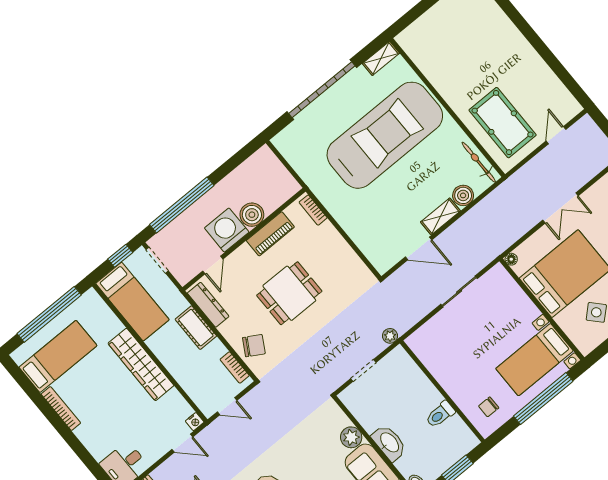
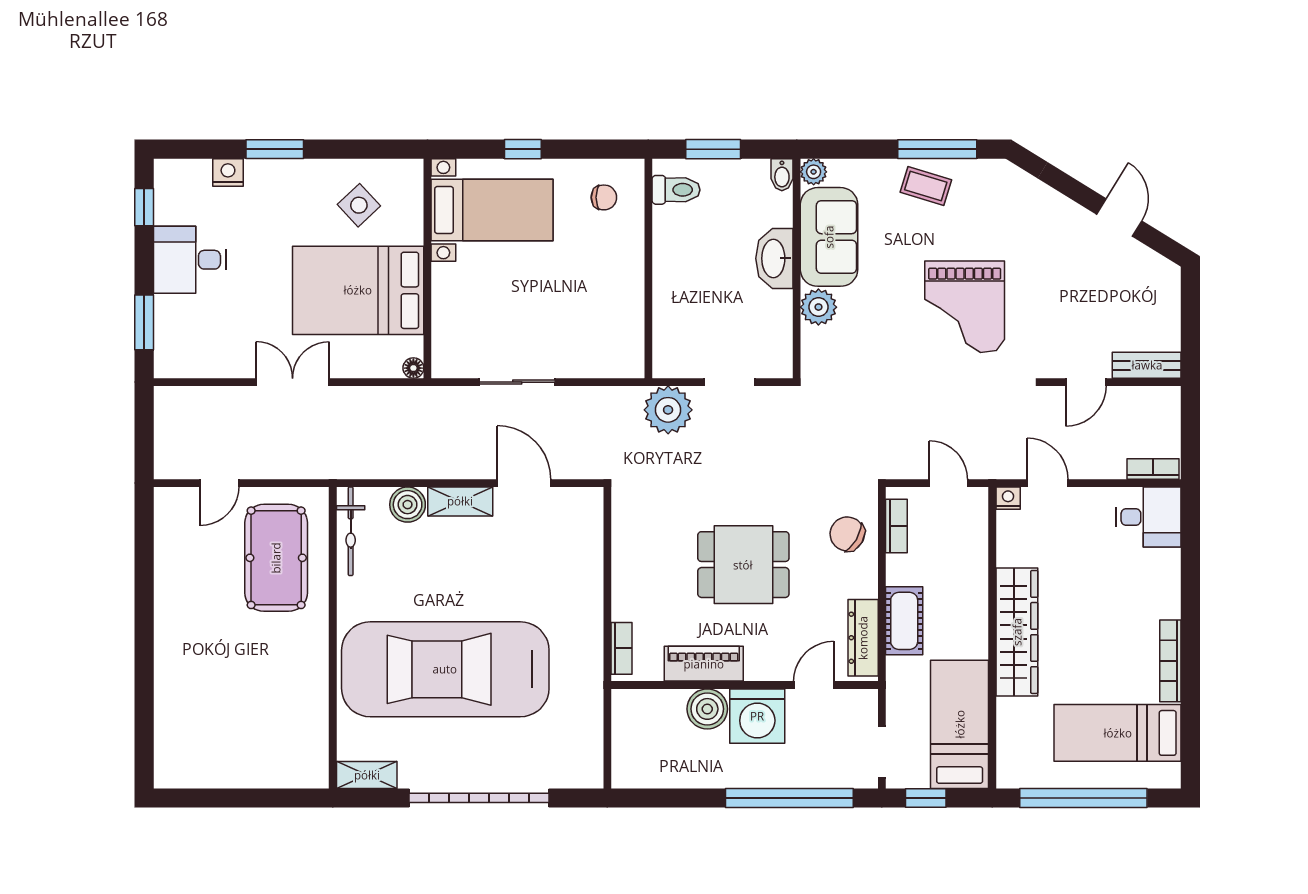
plant: (390, 336) -> (668, 410), width x1.88, depth x1.88
window: (543, 399) -> (523, 149), width x0.32
toilet: (440, 414) -> (676, 190), moved

